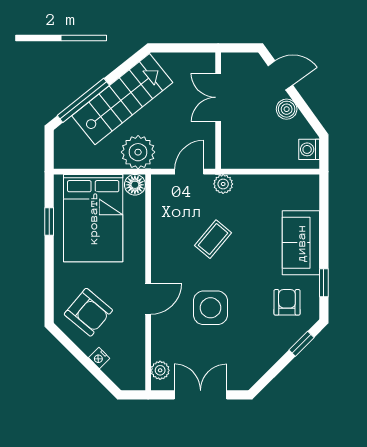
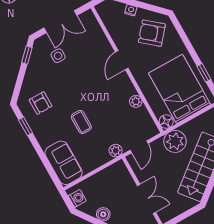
coffee table: (213, 239) -> (81, 122), moved, turned -40
sofa: (301, 243) -> (64, 163), moved
side table: (210, 308) -> (58, 56), moved, width x0.54, depth x0.54
window: (301, 344) -> (27, 55), moved
plant: (160, 370) -> (136, 101), moved

